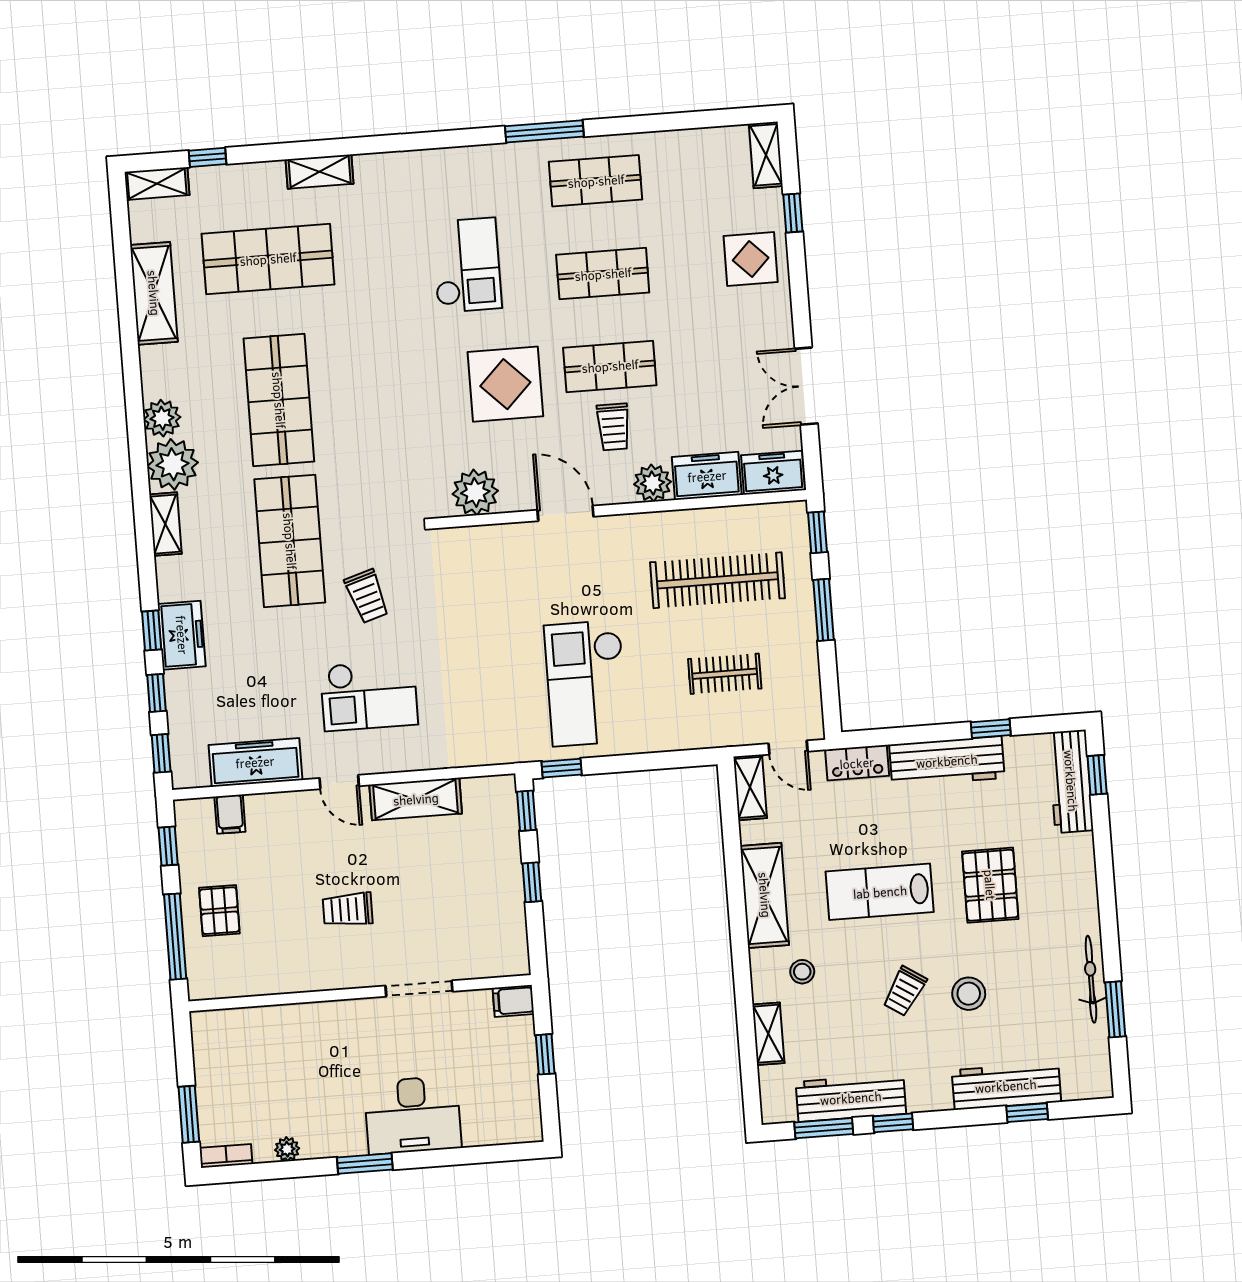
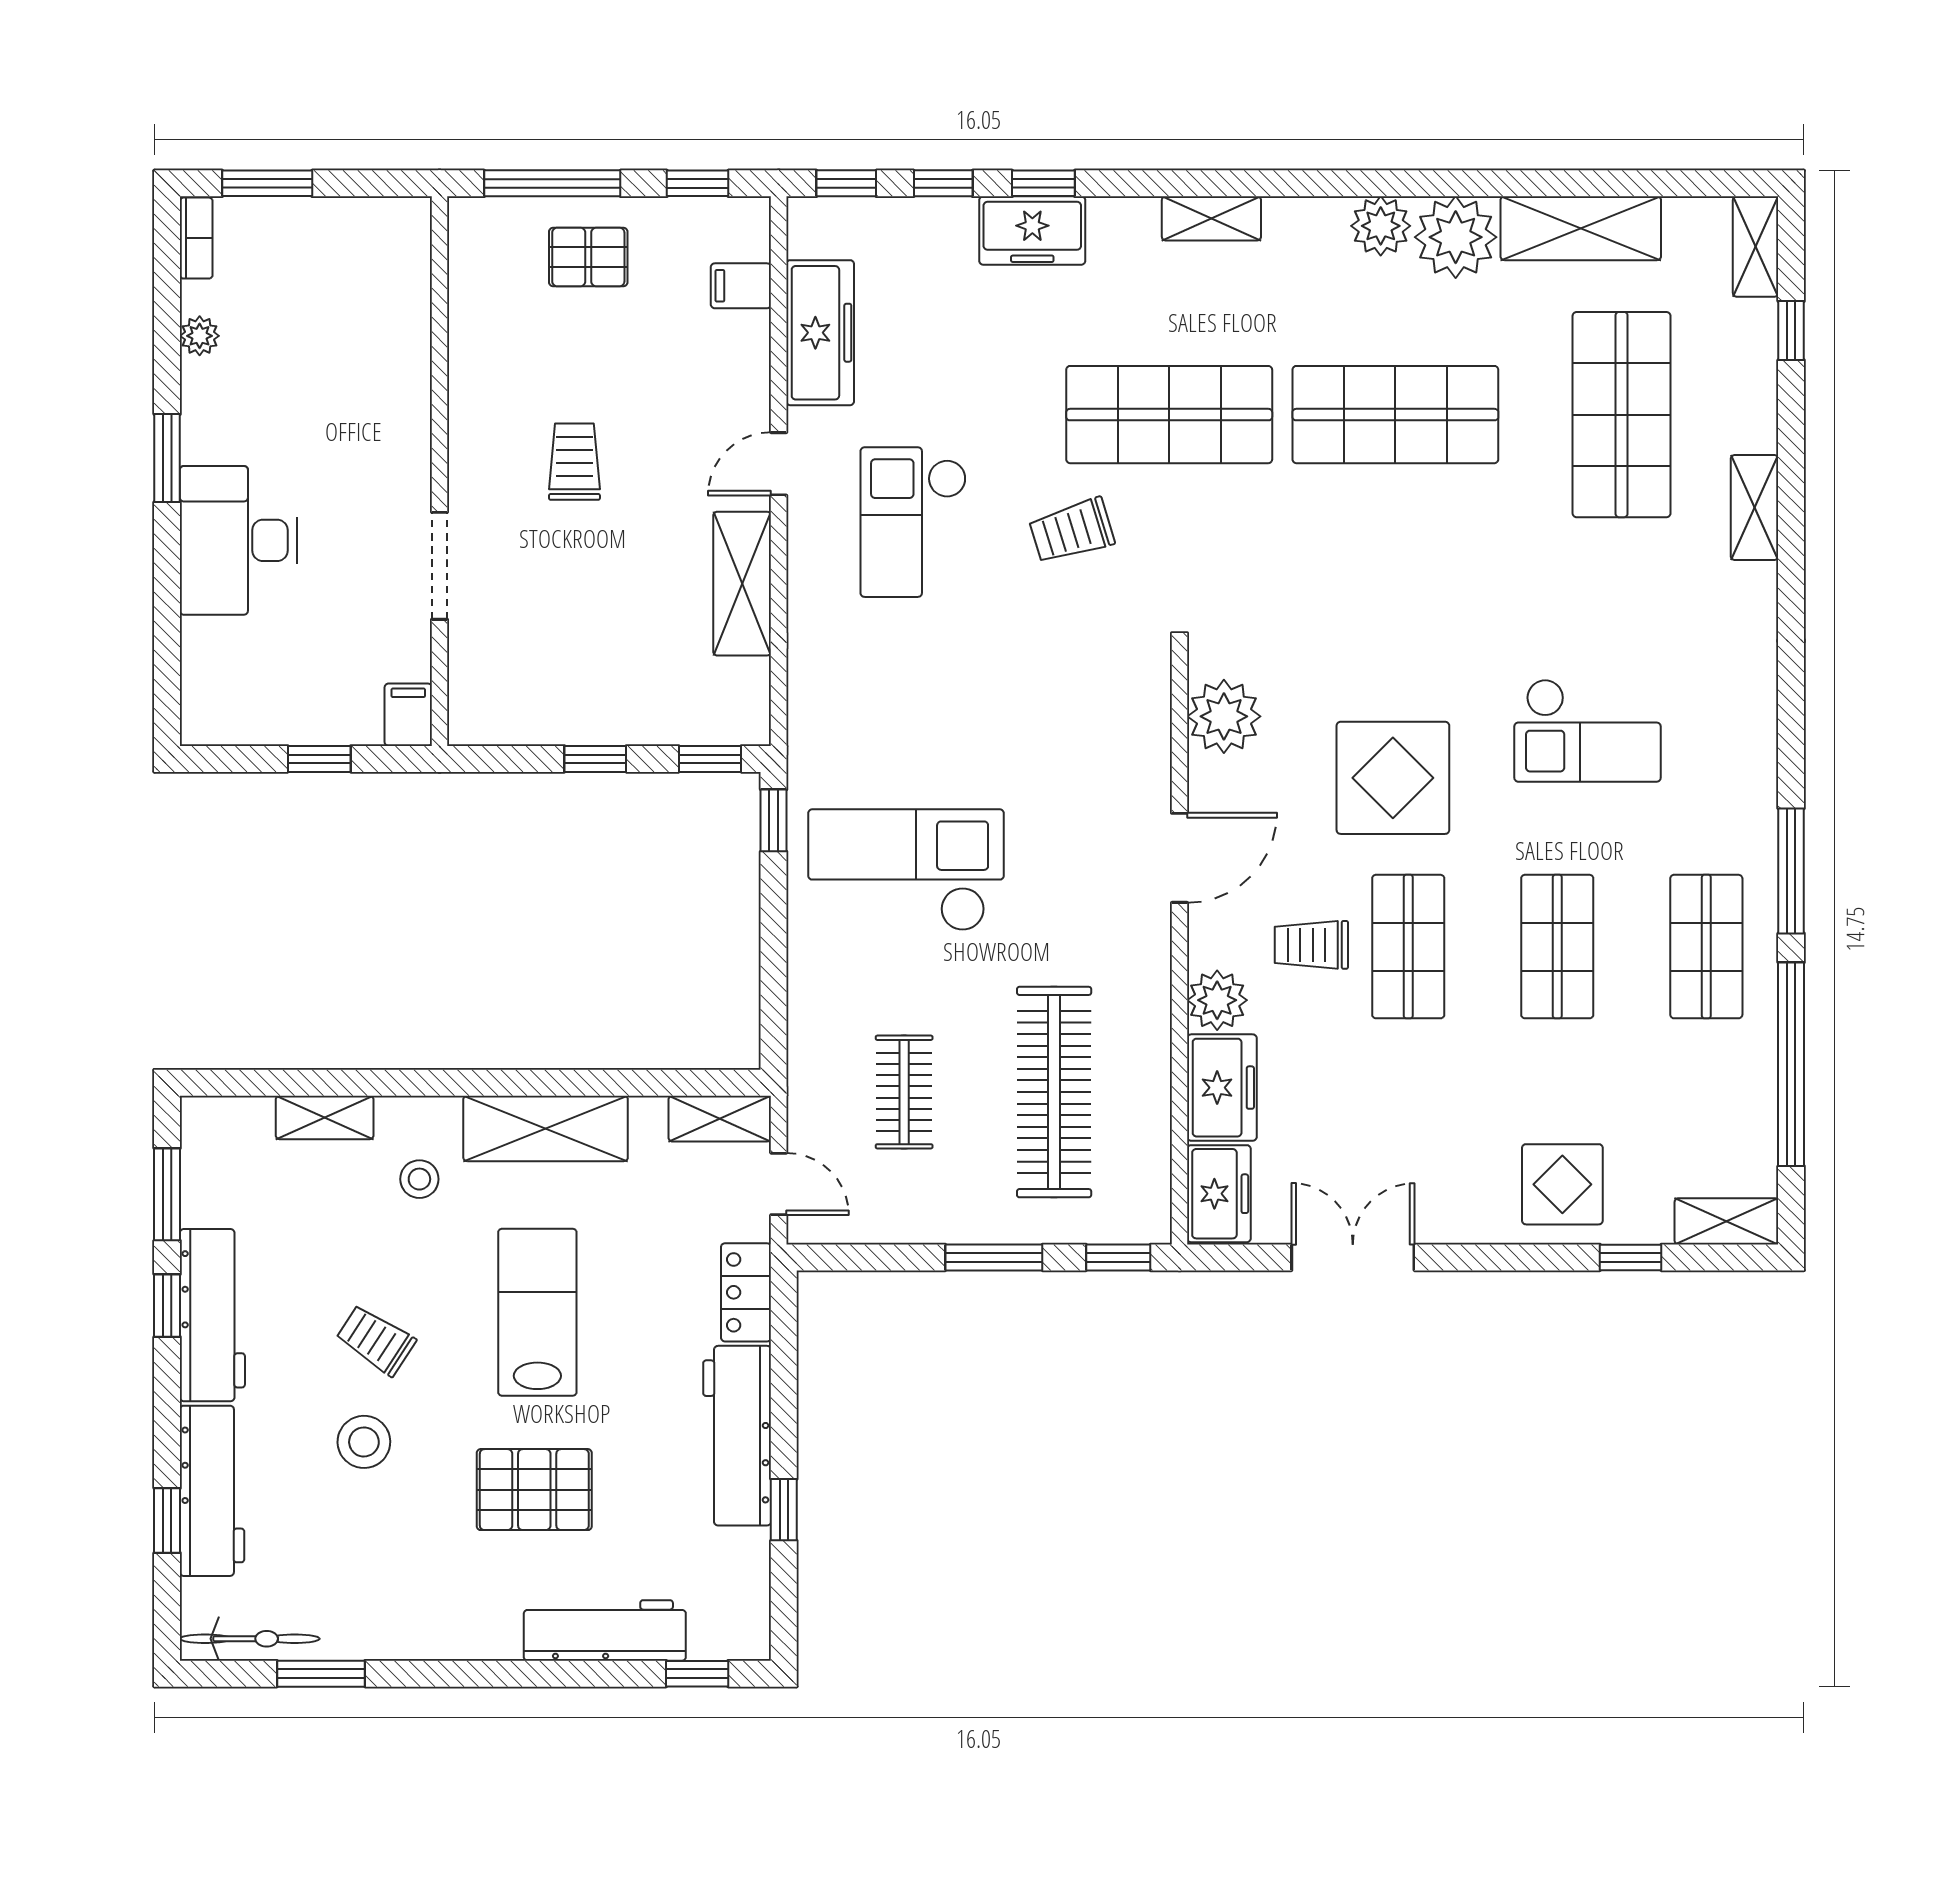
window: (665, 122) -> (1791, 1064), added
plant: (173, 464) -> (1456, 237), moved
door: (788, 748) -> (779, 1184), swing flipped
workbench: (1071, 781) -> (605, 1630), moved
bicycle: (1091, 979) -> (250, 1639), moved
workbench: (851, 1098) -> (212, 1315), moved

